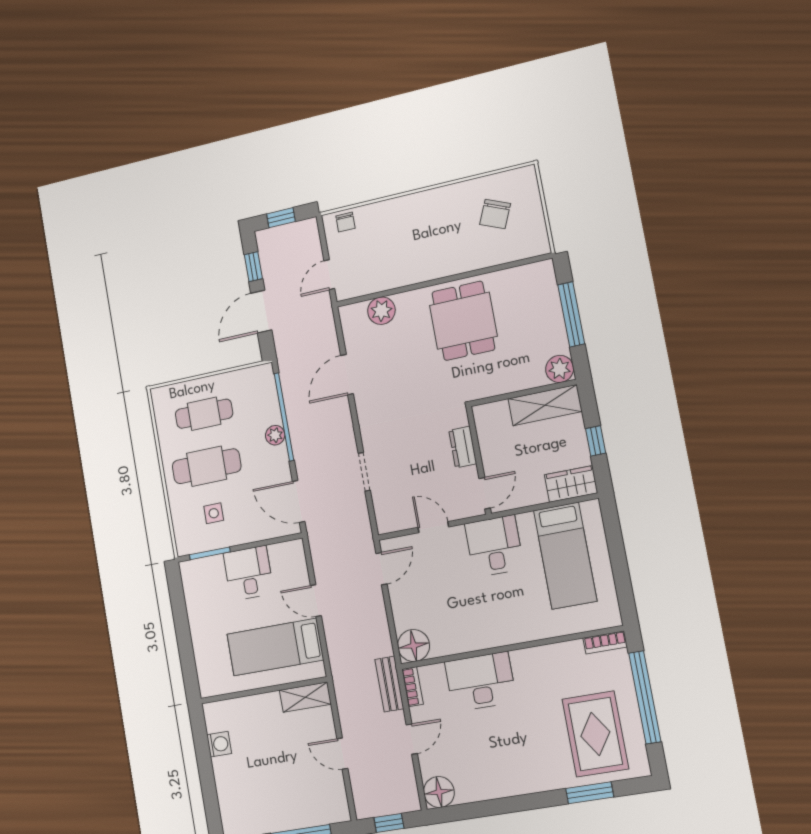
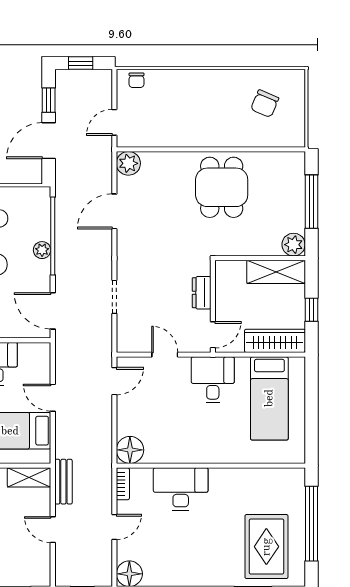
plant: (381, 311) -> (128, 163), moved
wardrobe: (571, 484) -> (275, 341), width x1.50
bookcase: (605, 642) -> (288, 474), removed
bench: (389, 684) -> (63, 482), moved

